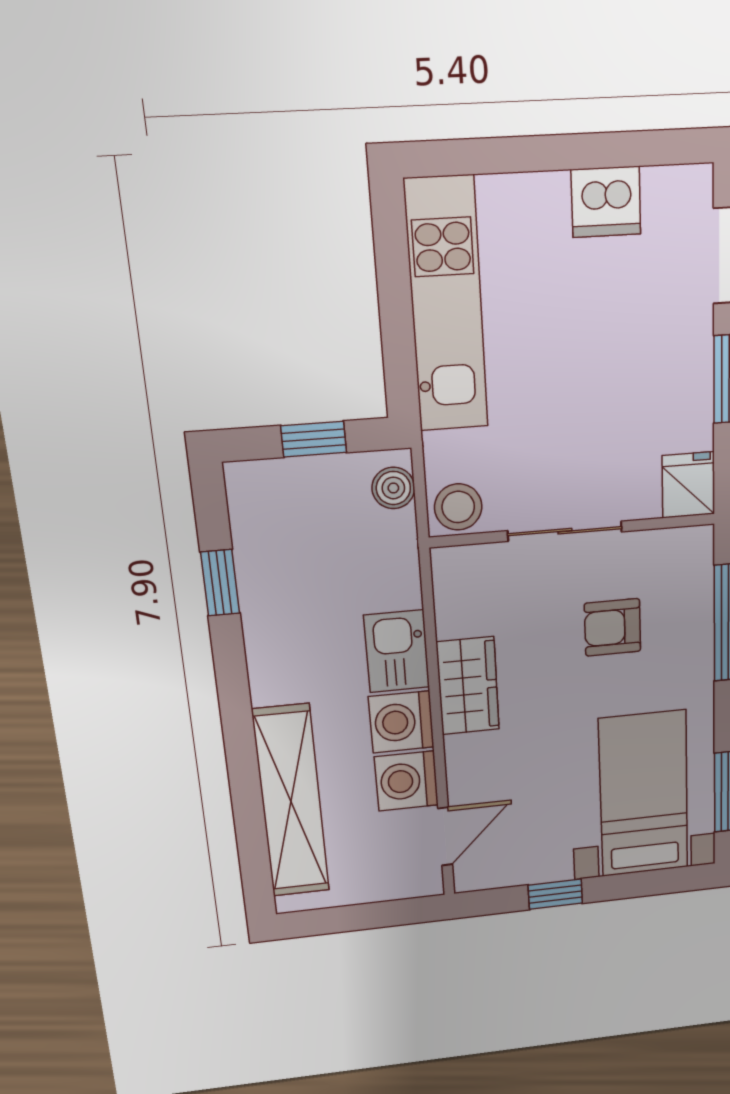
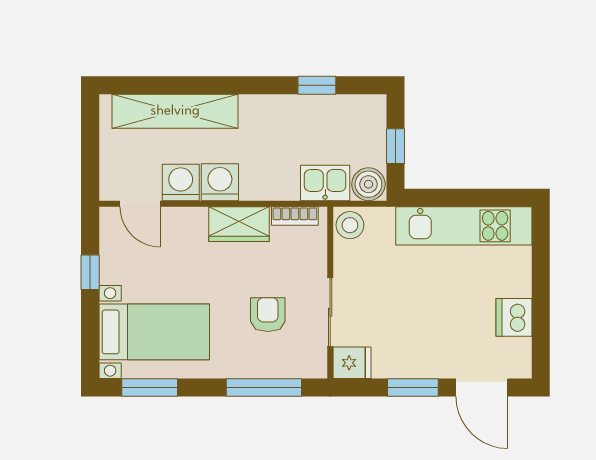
boiler: (393, 488) -> (368, 184), width x1.36, depth x1.36
sliding door: (565, 531) -> (330, 312), moved
bookcase: (449, 599) -> (295, 216), added
kitchen sink: (397, 651) -> (325, 183), moved

